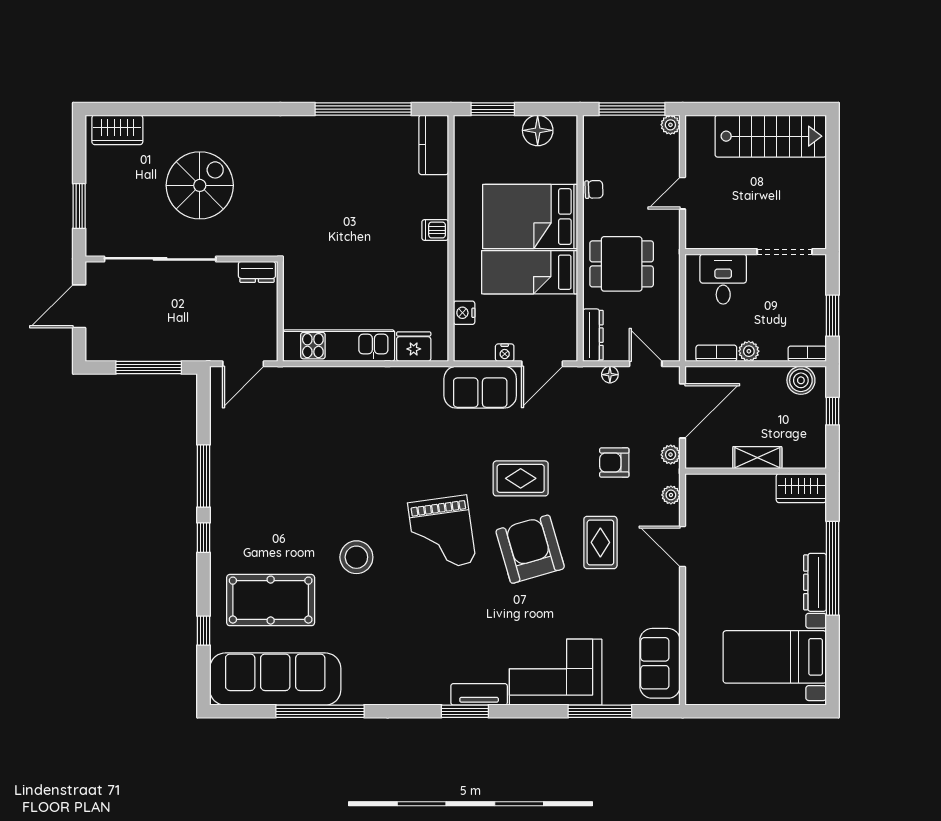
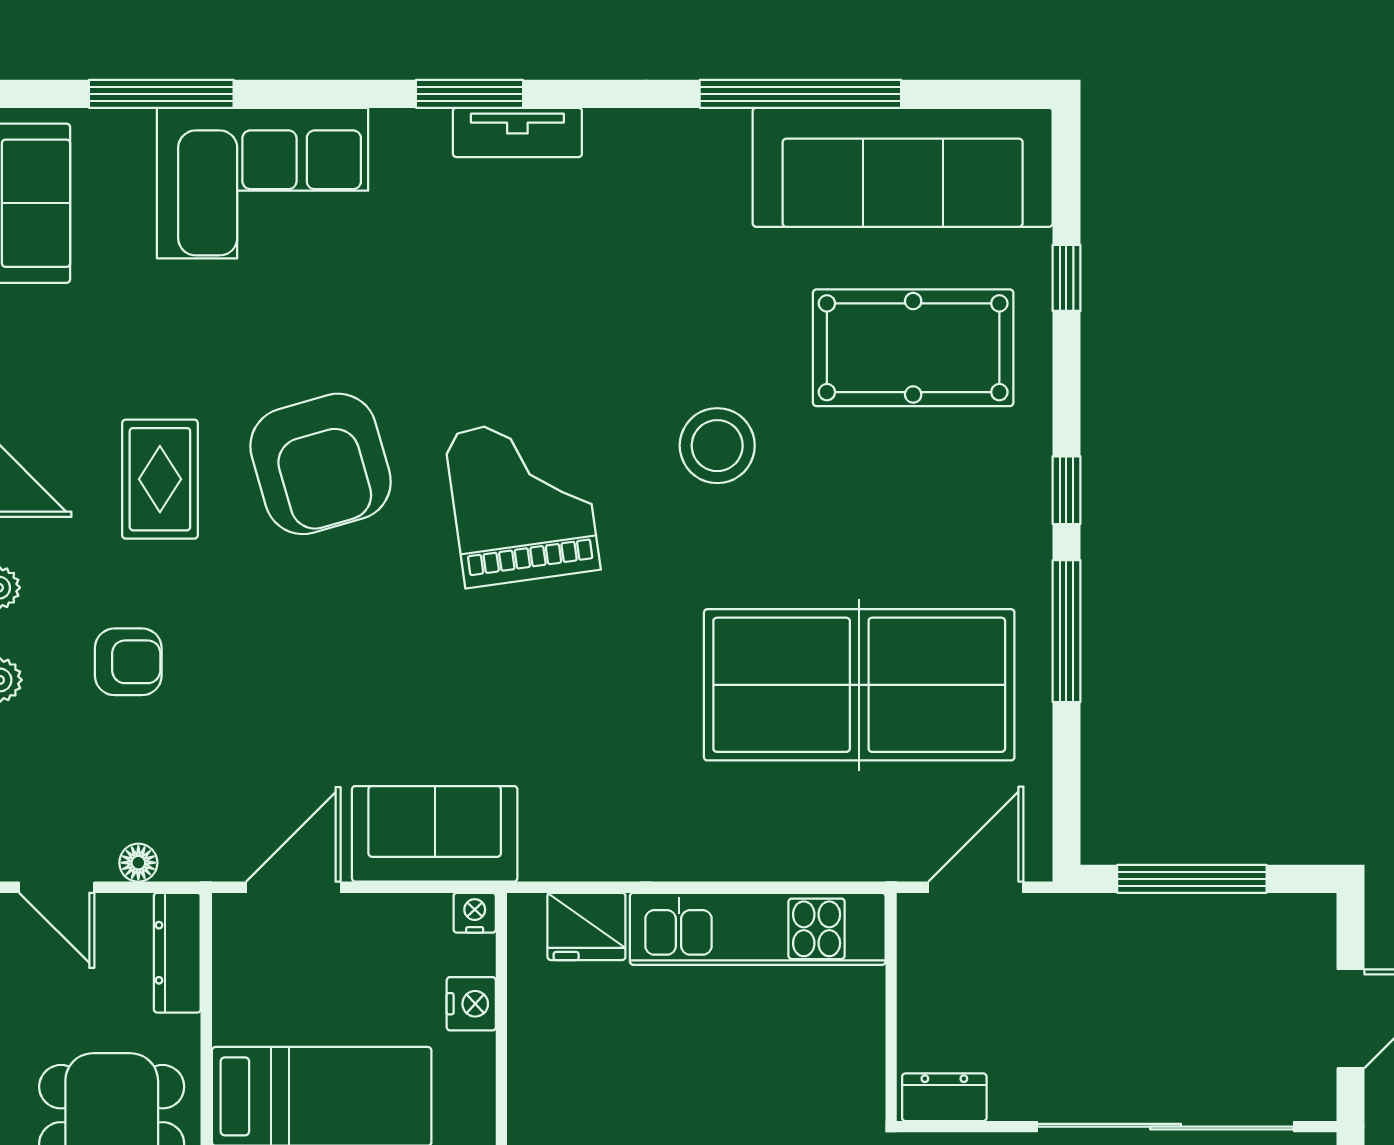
nightstand: (505, 353) -> (475, 913), moved
table tennis table: (294, 452) -> (859, 685), added
rug: (521, 478) -> (342, 626), removed
tv unit: (479, 694) -> (517, 132), moved

